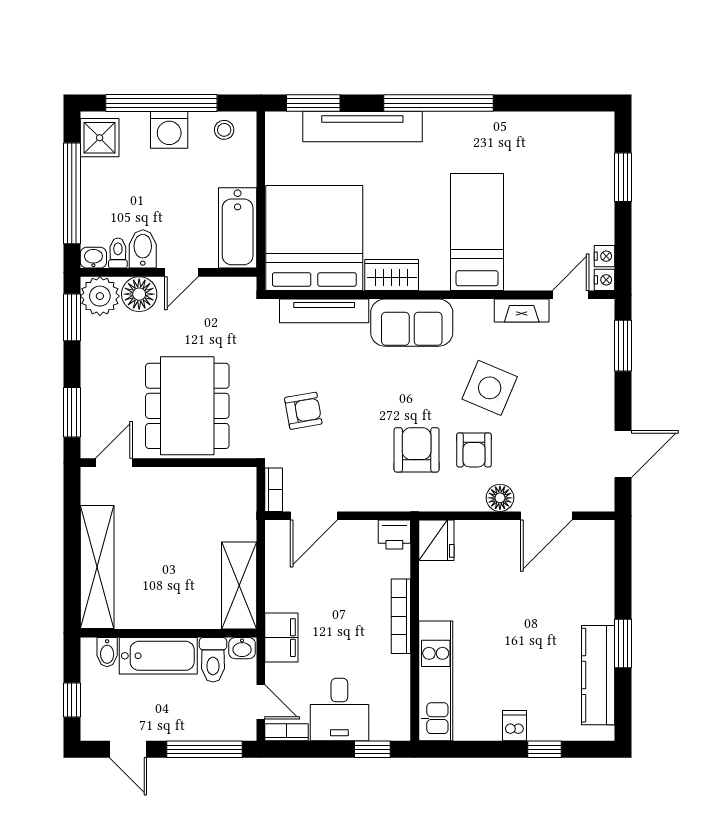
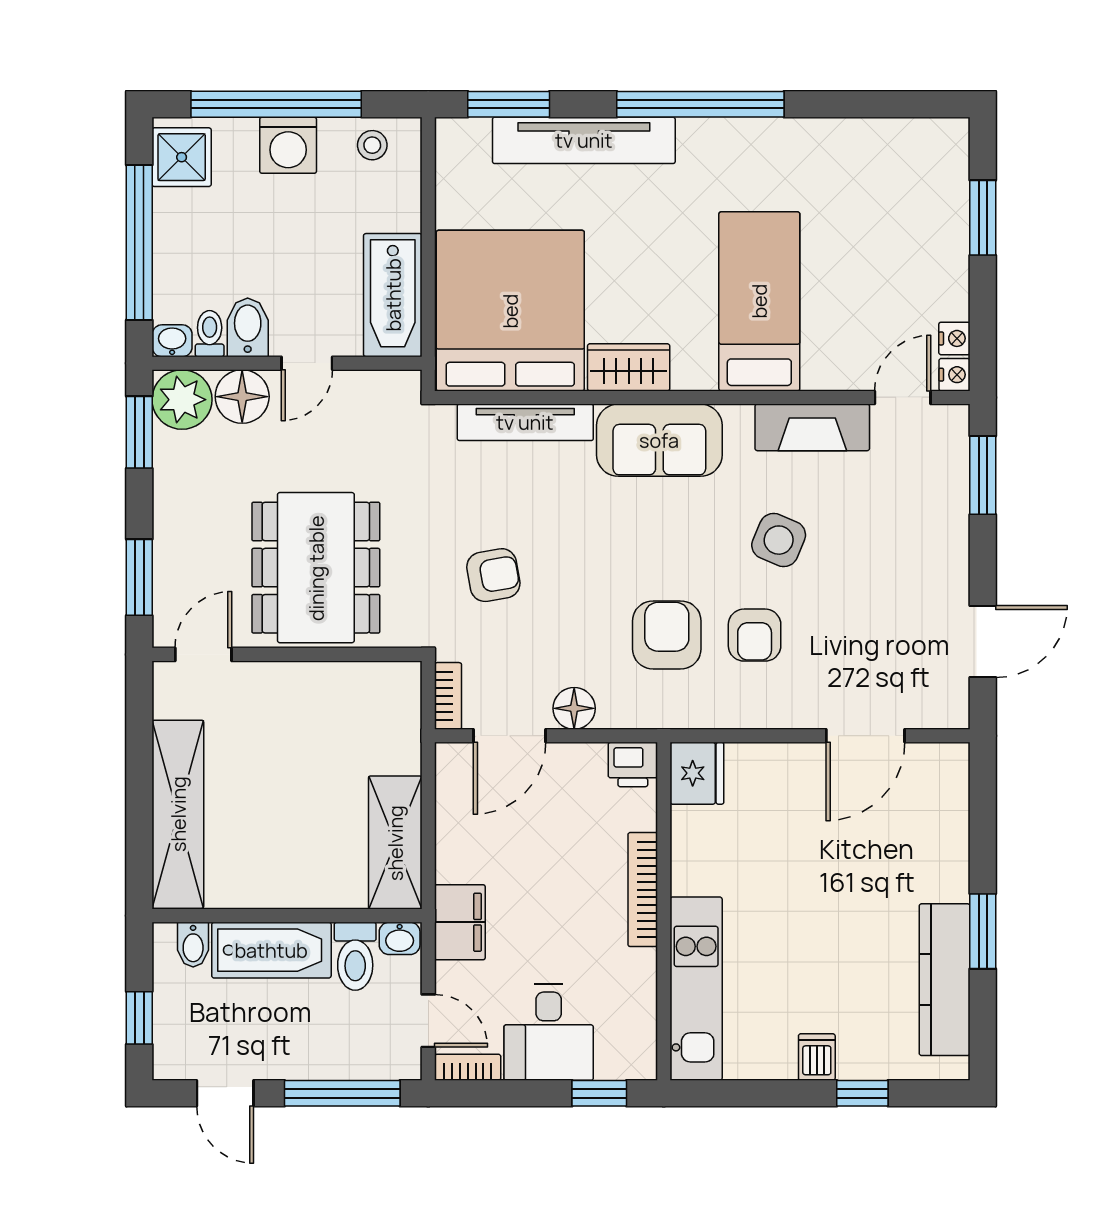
fireplace: (522, 311) -> (812, 427), width x1.37, depth x1.32
side table: (490, 388) -> (779, 540), width x0.73, depth x0.73
floor lamp: (500, 498) -> (574, 708), moved

